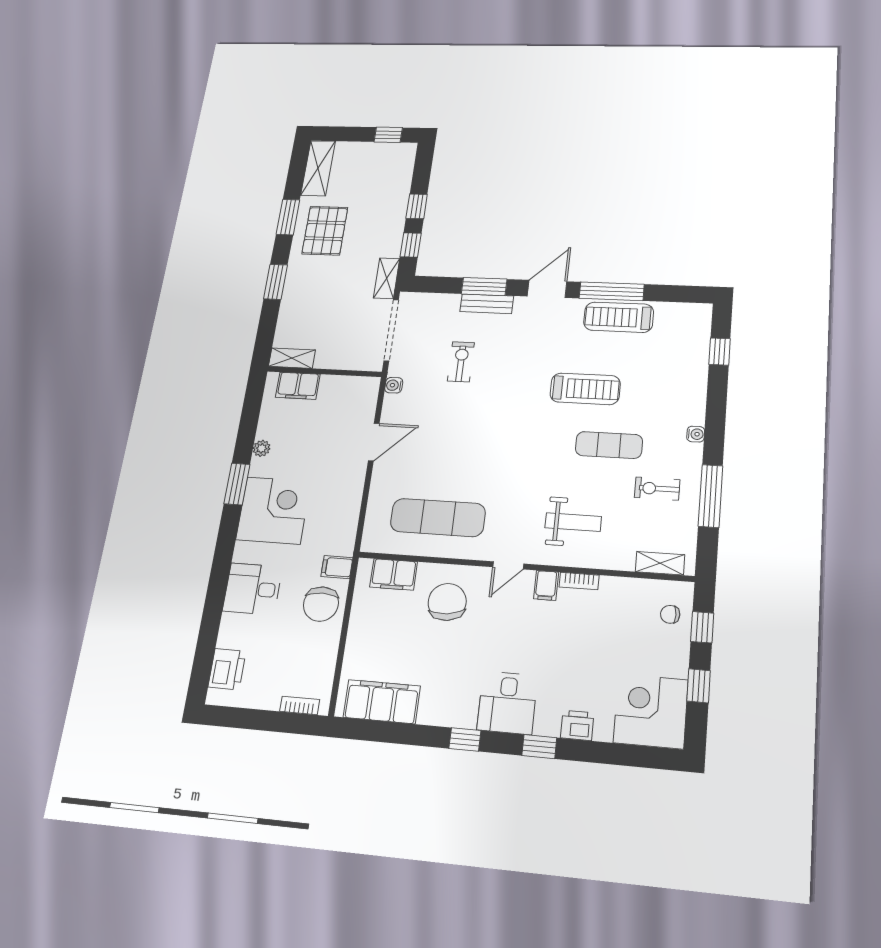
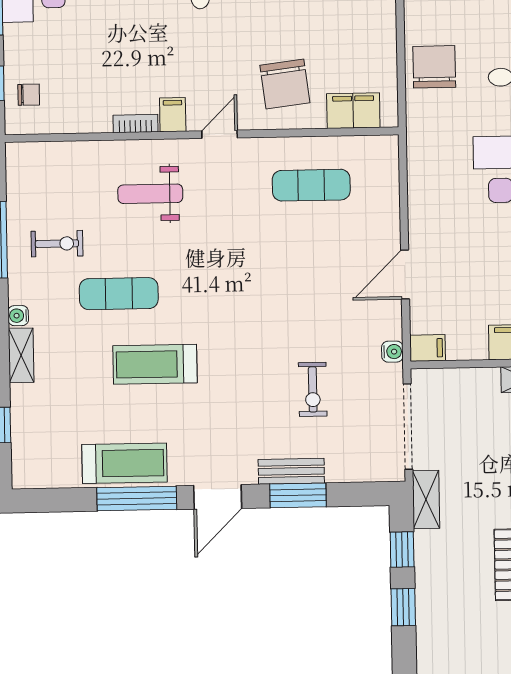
exercise mat: (438, 518) -> (311, 185), width x0.73, depth x0.69
shelving: (660, 563) -> (21, 355), moved, turned 90
filing cabinet: (337, 567) -> (427, 348), moved

